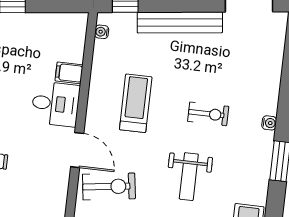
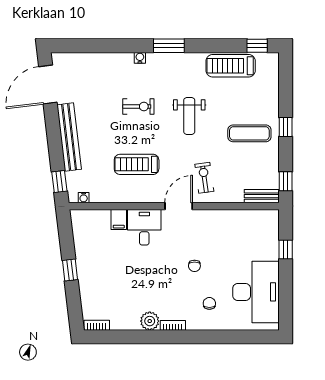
exercise bike: (208, 114) -> (138, 106), turned 90
weight bench: (189, 177) -> (189, 116), turned 90
exercise bike: (109, 186) -> (204, 178), width x0.73, depth x0.72

